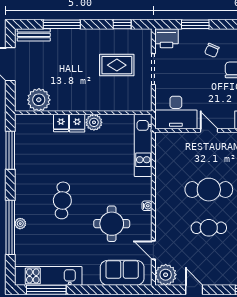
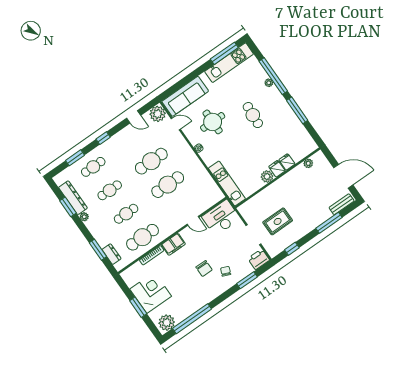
plant: (39, 100) -> (308, 163), width x0.53, depth x0.53
window: (10, 150) -> (297, 110), moved
cafe table: (209, 228) -> (151, 161), width x1.37, depth x1.35
sofa: (122, 273) -> (185, 96), width x1.36

